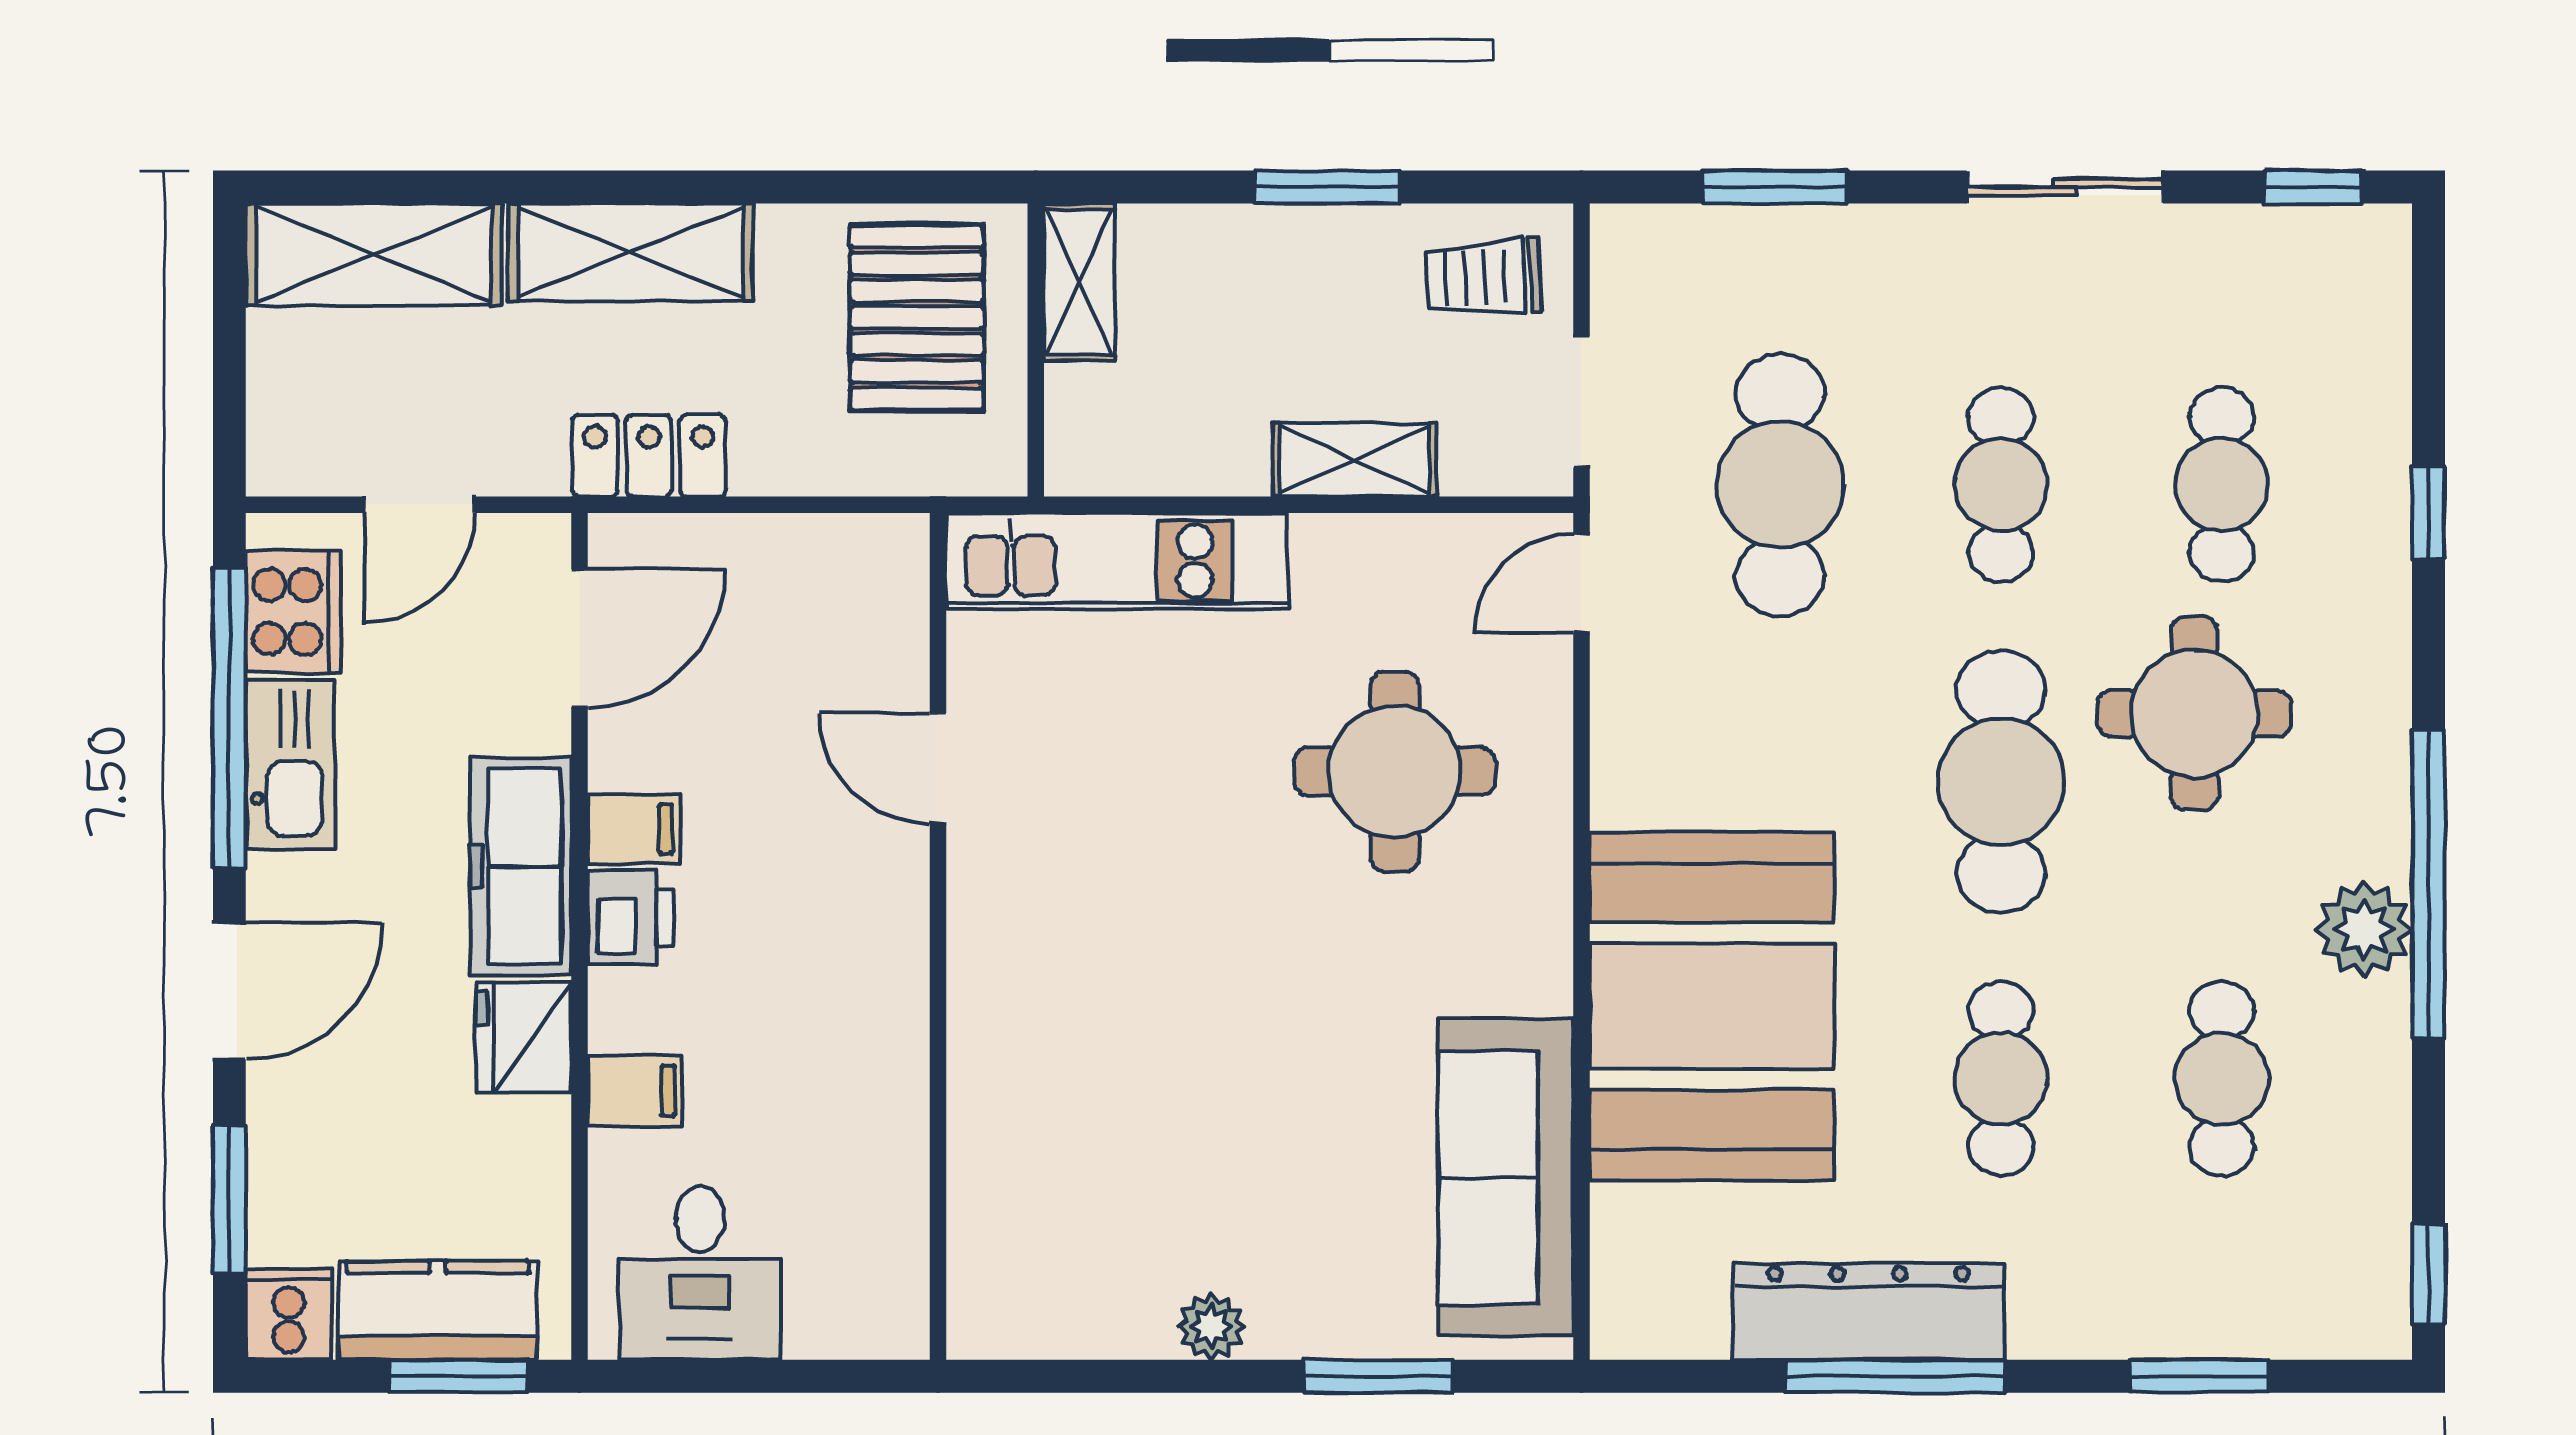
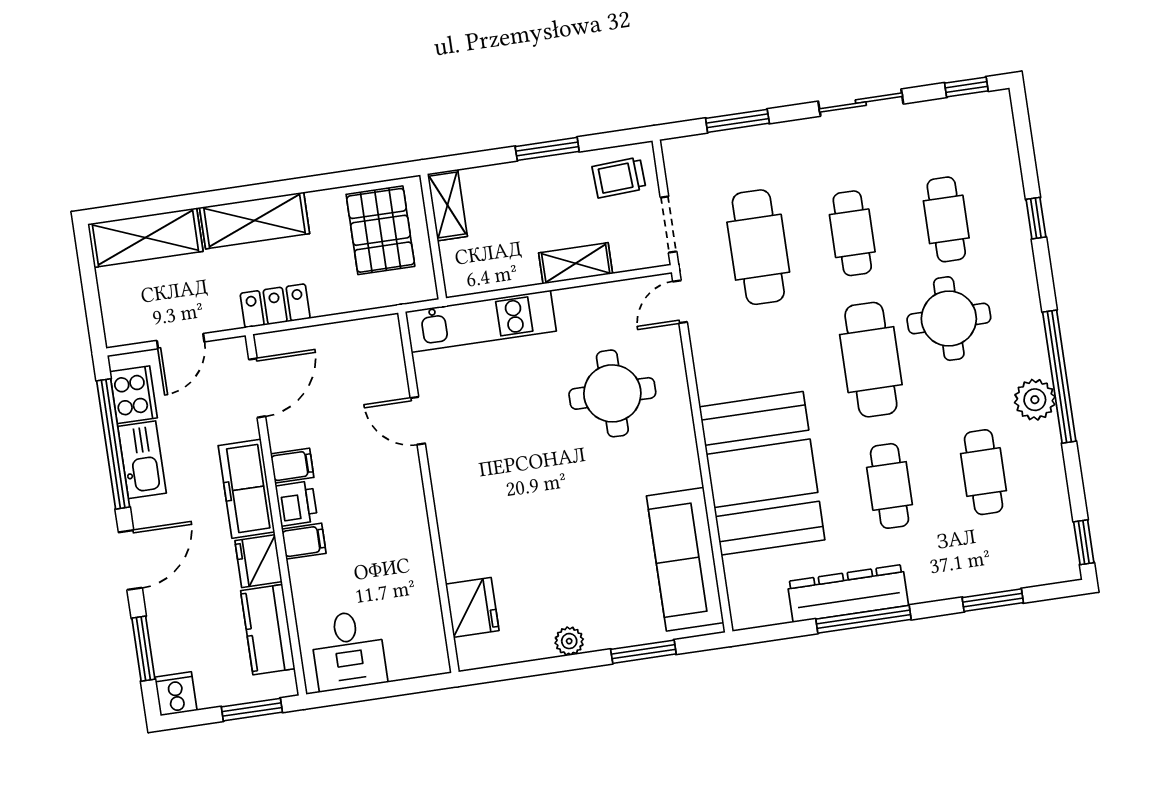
filing cabinet: (635, 1091) -> (304, 541), moved
fridge: (1000, 1216) -> (472, 607), added
kitchen counter: (438, 1310) -> (268, 630), moved, turned -90

